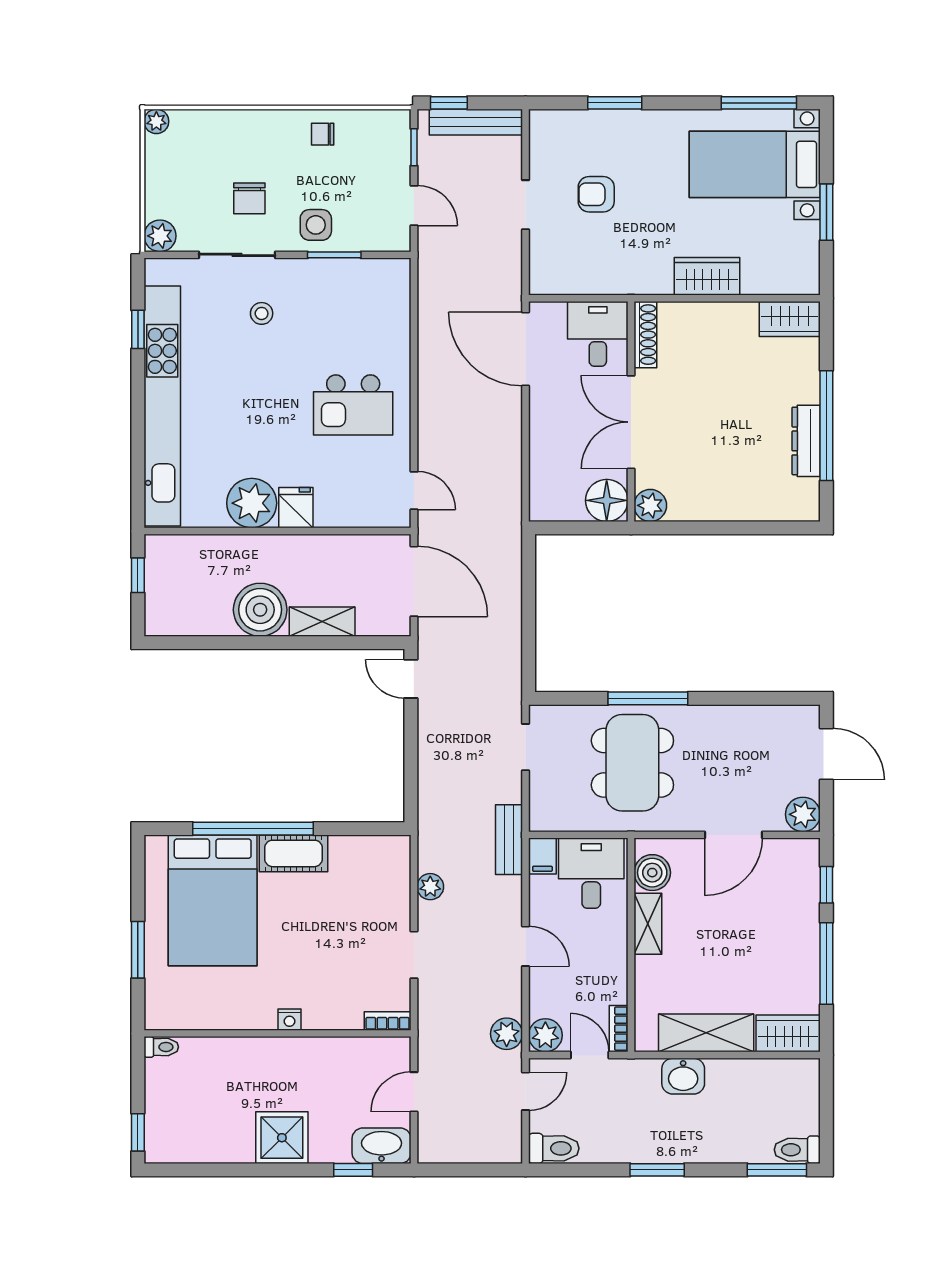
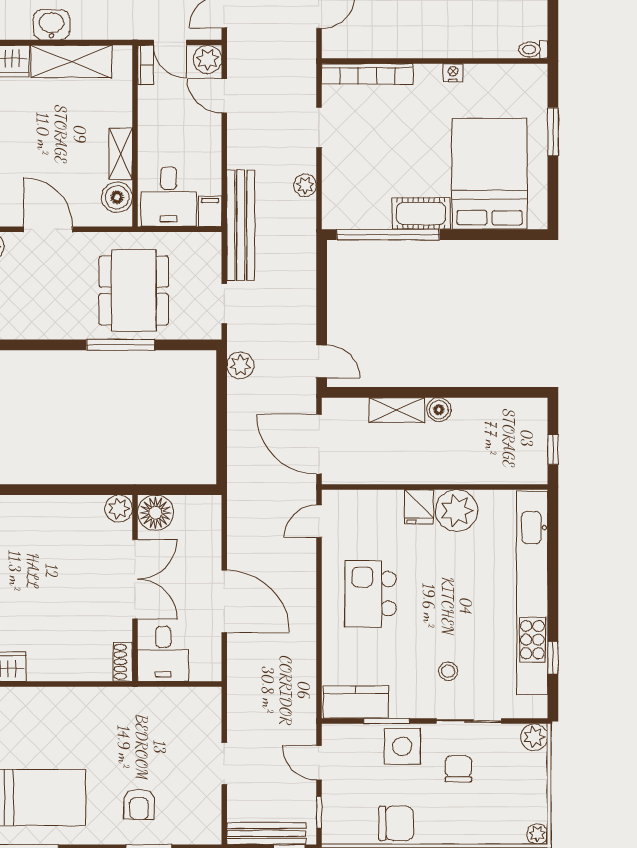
chair: (323, 134) -> (396, 823), width x1.87, depth x1.87
armchair: (596, 194) -> (139, 804), moved, turned 90
side table: (316, 225) -> (402, 746), width x1.37, depth x1.37
wardrobe: (707, 276) -> (71, 703), removed
kitchen counter: (371, 277) -> (356, 702), added
shoe rack: (645, 335) -> (123, 662), width x0.70
door: (526, 349) -> (224, 601), moved
kitchen island: (353, 405) -> (370, 594), turned -90
door: (414, 490) -> (319, 521), hinge flipped
boiler: (260, 610) -> (439, 410), width x0.54, depth x0.54
window: (253, 829) -> (388, 235), moved
door: (733, 835) -> (48, 229), hinge flipped
bench: (509, 840) -> (241, 225), width x1.86, depth x1.21
door: (526, 946) -> (224, 96), moved
nightstand: (289, 1020) -> (453, 73), moved
bookcase: (388, 1021) -> (367, 74), width x2.31, depth x1.31
plant: (507, 1034) -> (240, 365), moved
washbasin: (683, 1076) -> (51, 25), moved

